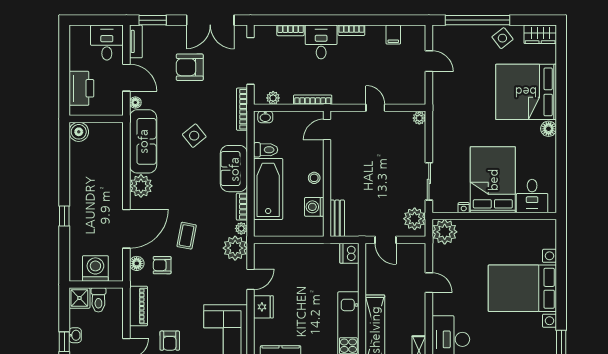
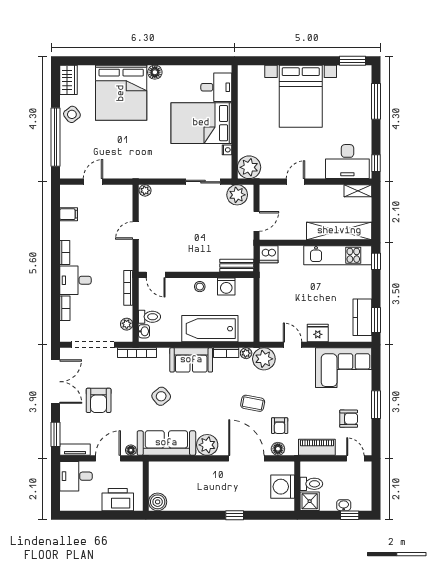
toilet: (266, 150) -> (149, 317), moved, turned 90

